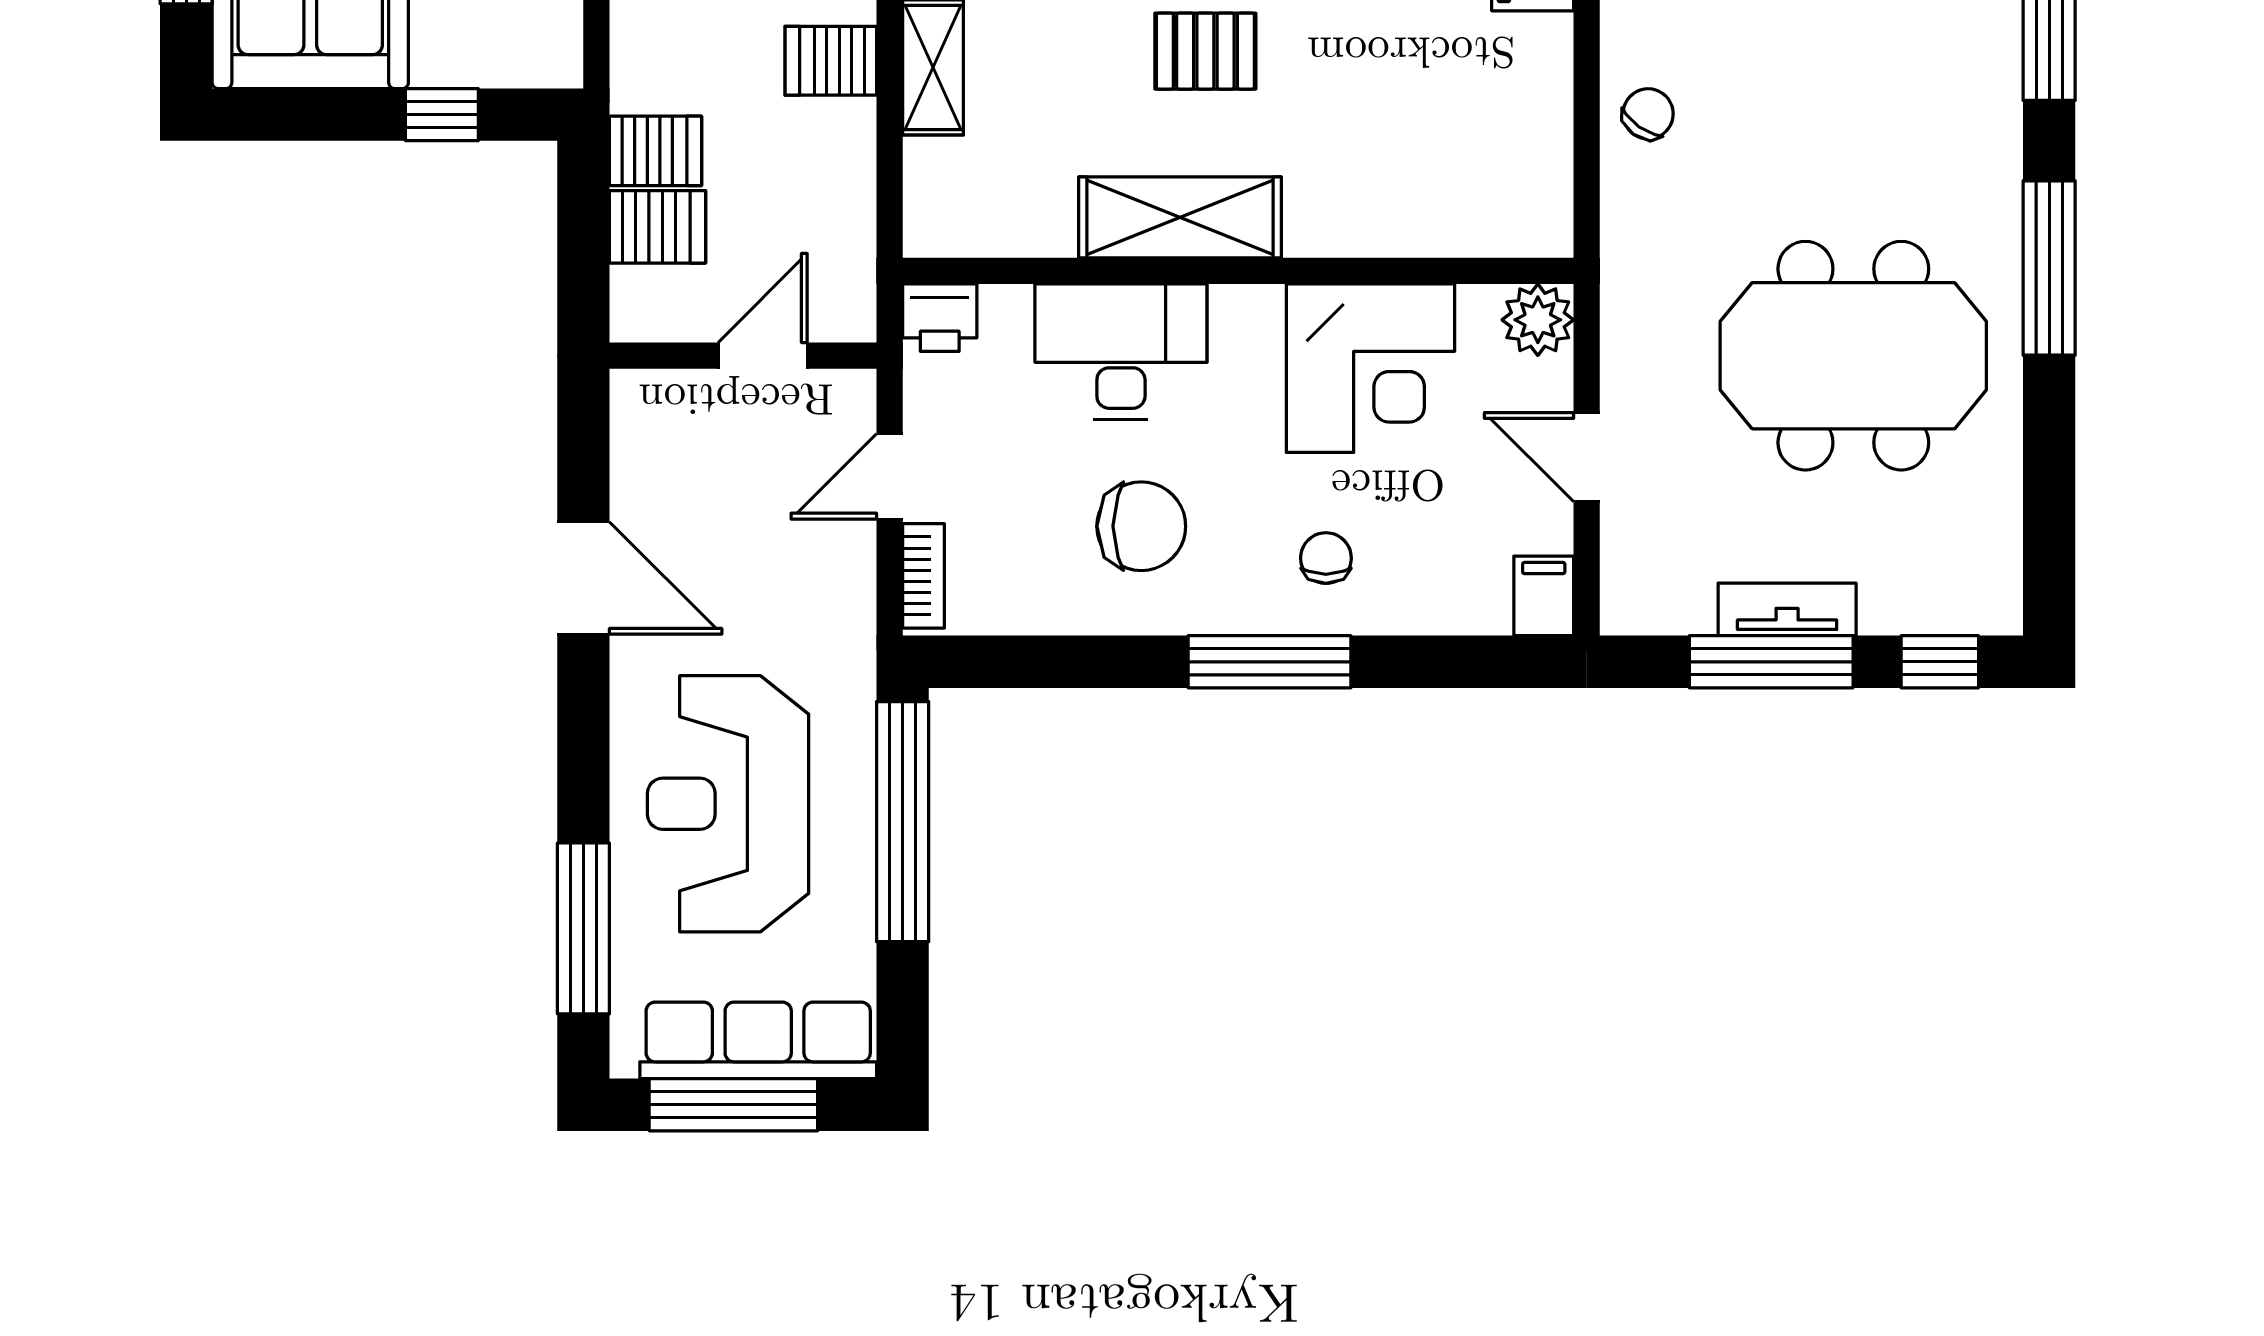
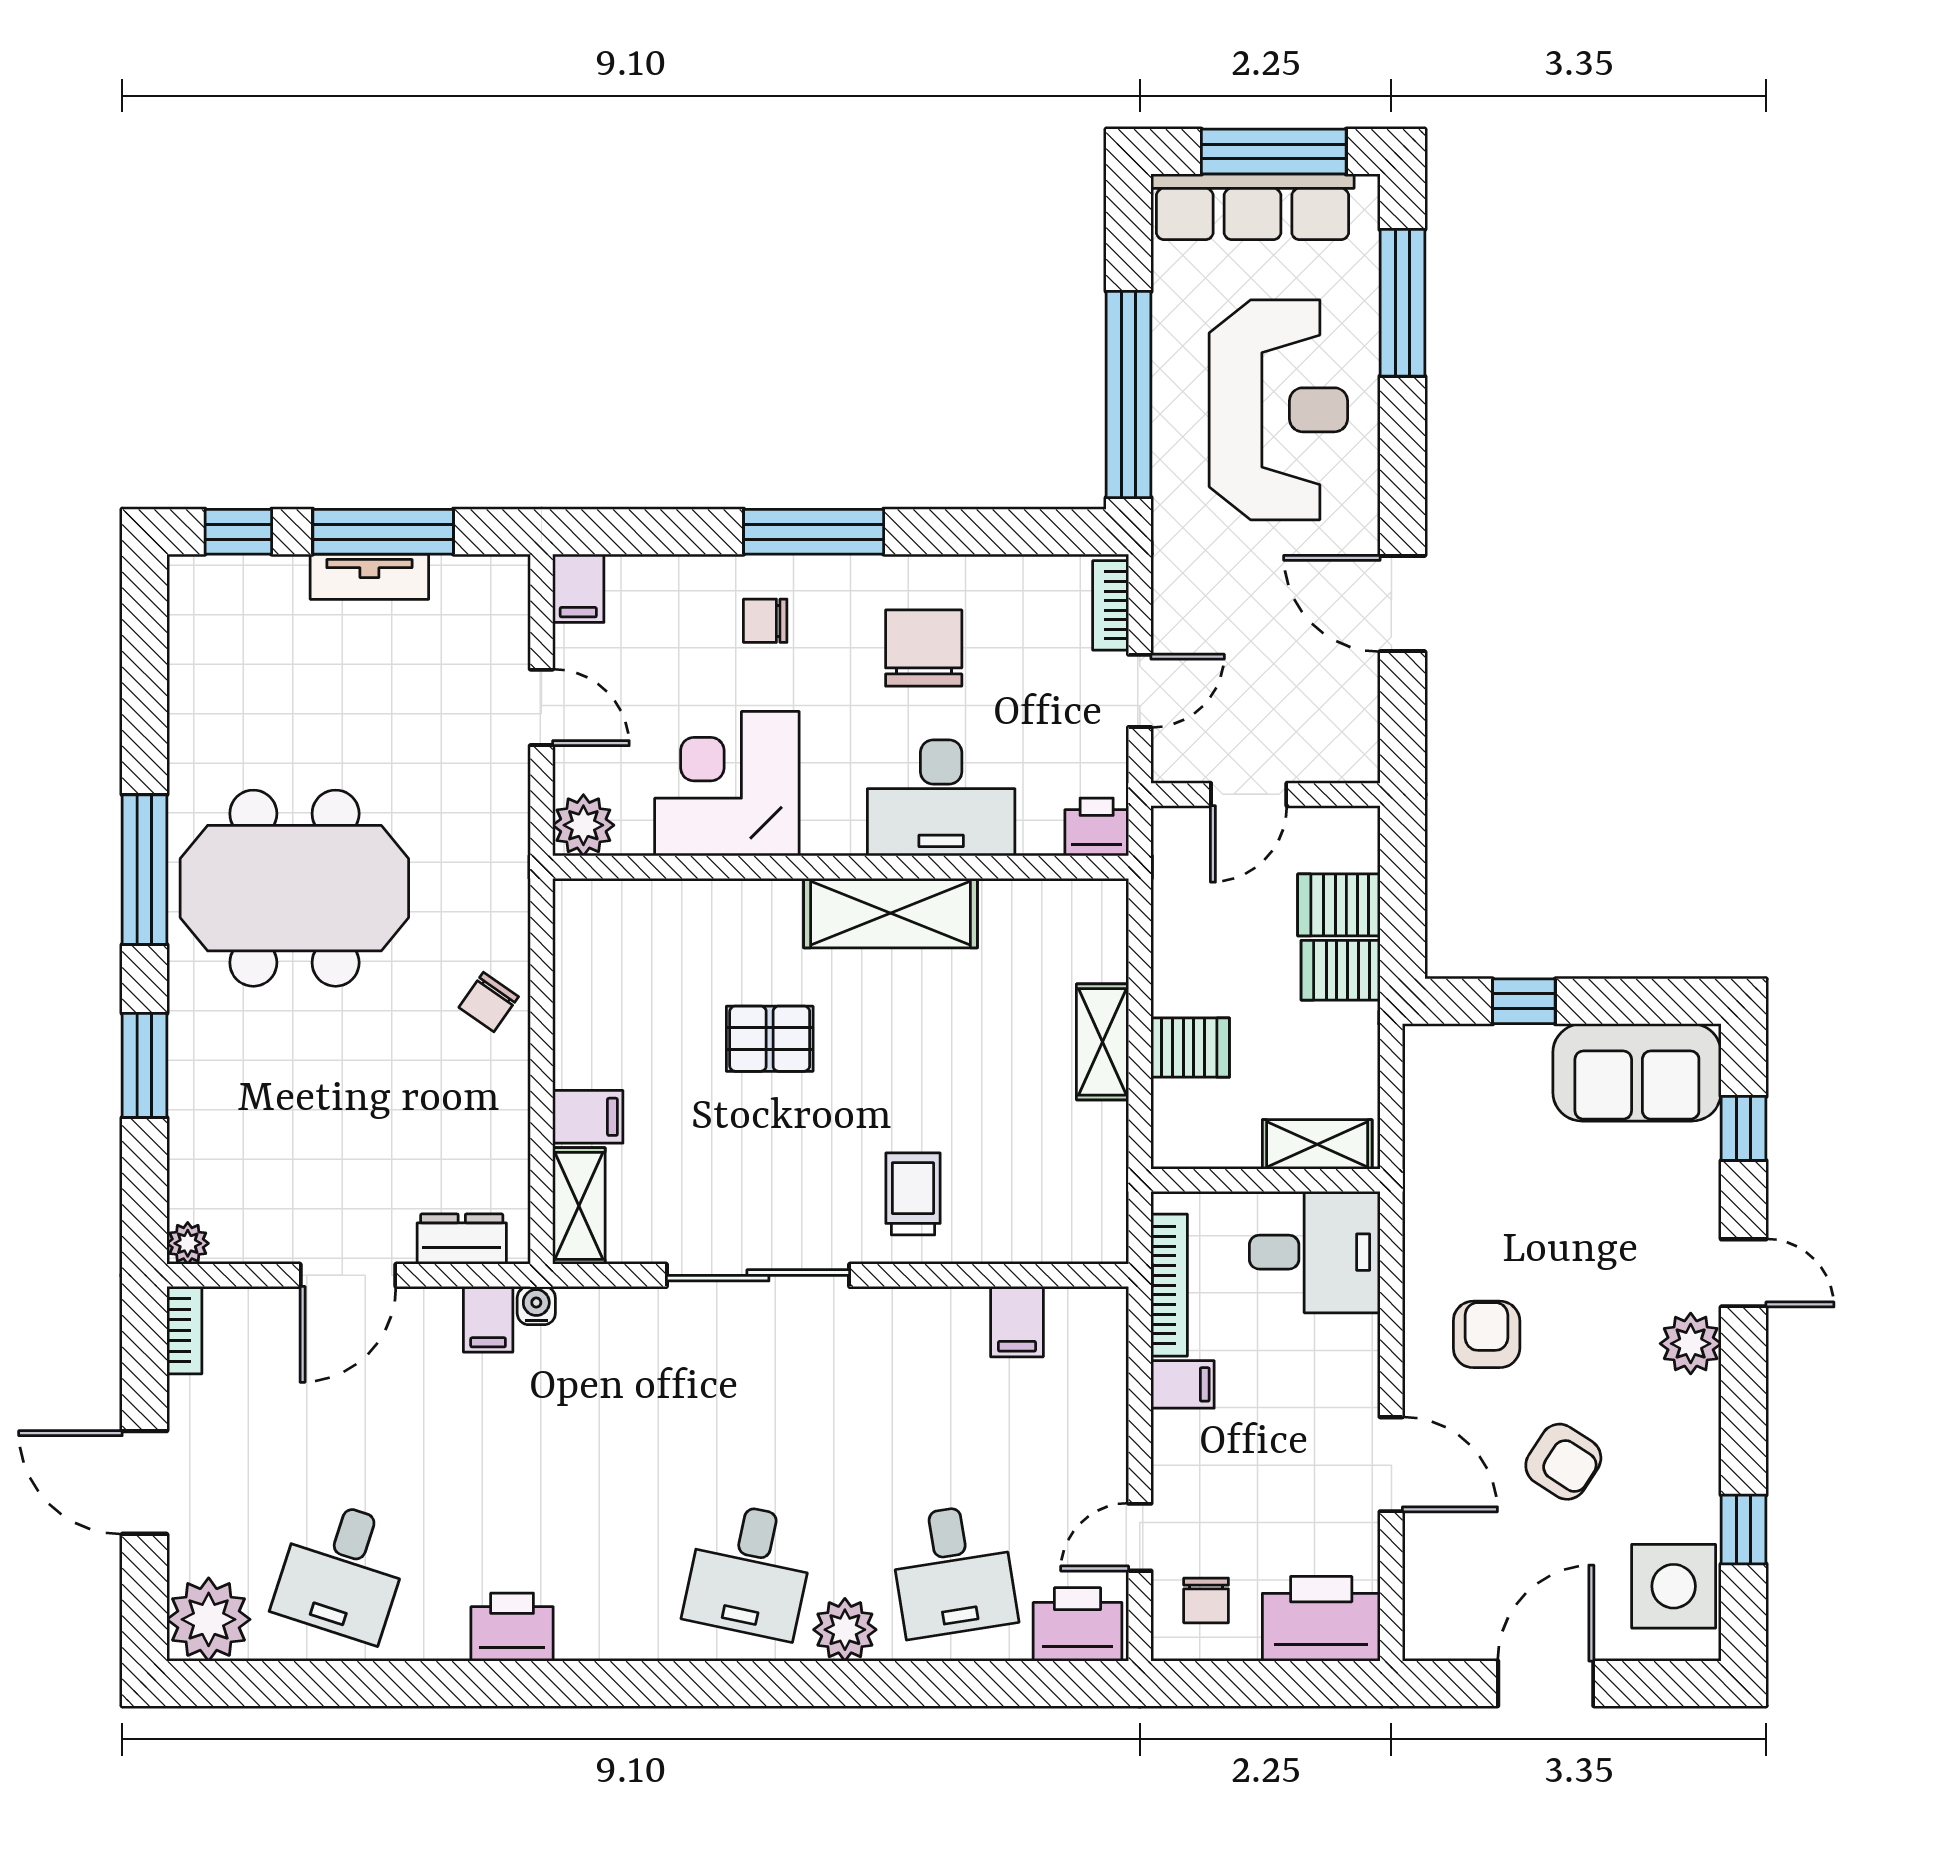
pallet: (1205, 51) -> (770, 1039), moved
meeting table: (1853, 356) -> (294, 888), moved
chair: (1141, 526) -> (924, 648), turned 90
chair: (1326, 558) -> (765, 621), turned 90

